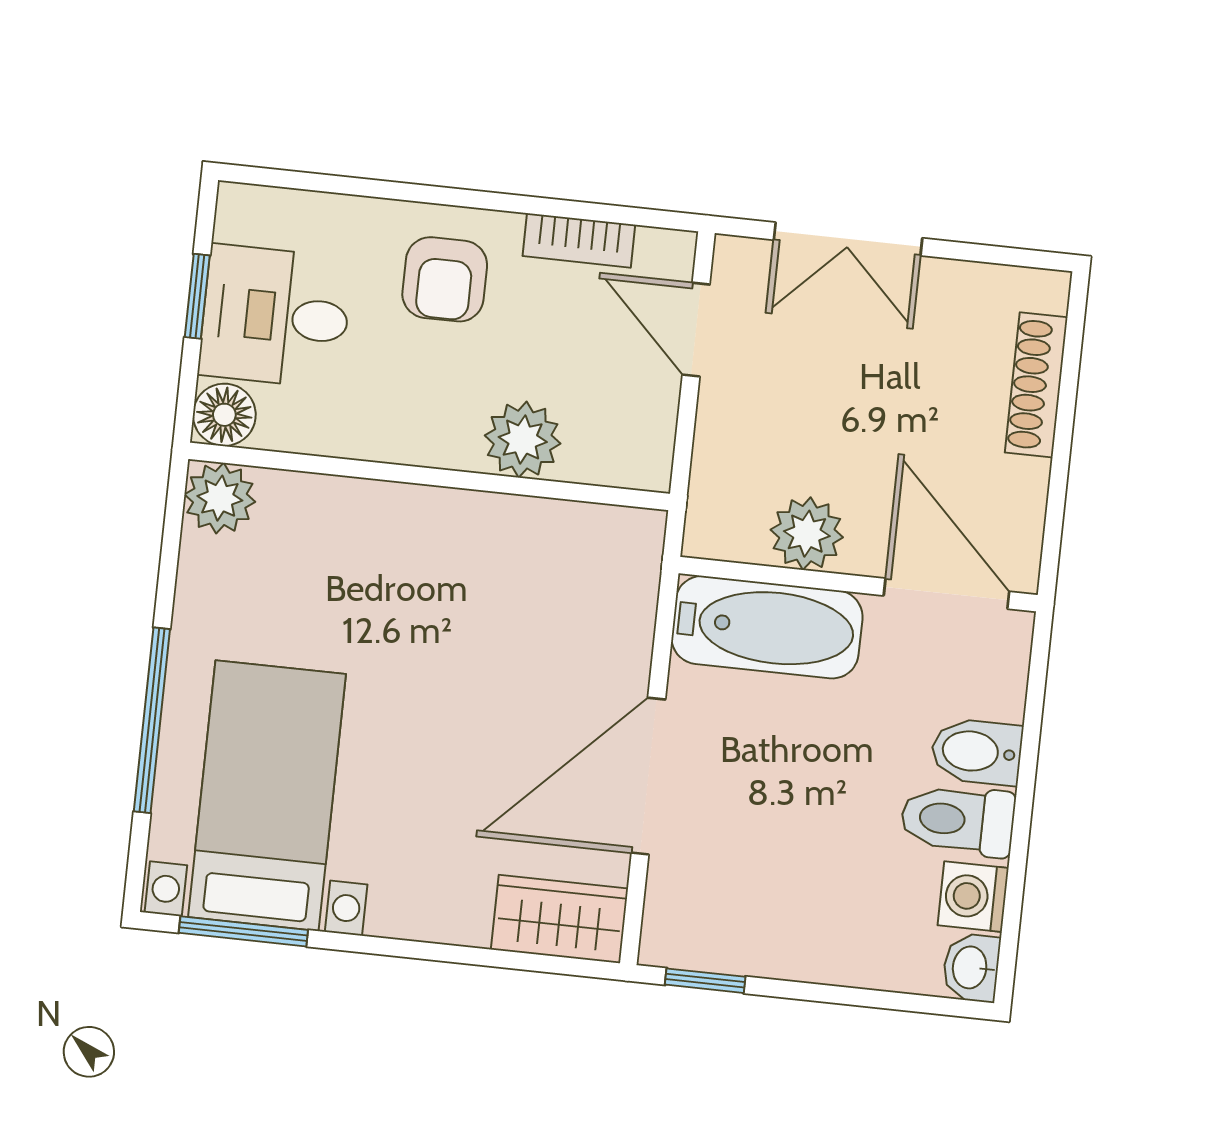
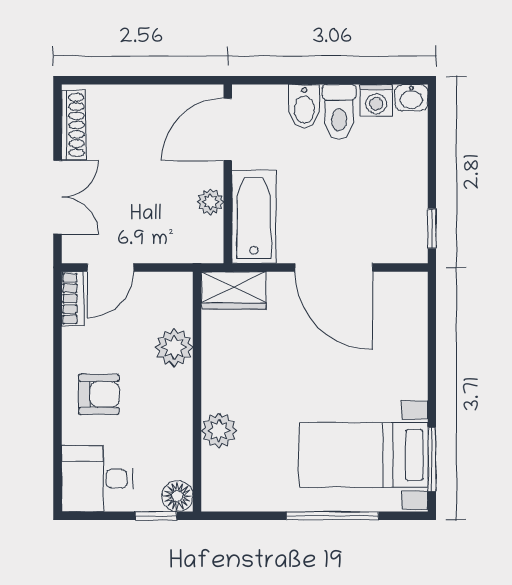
bookcase: (579, 240) -> (72, 299), moved
window: (197, 296) -> (156, 516), moved
desk: (275, 316) -> (97, 479), moved, turned 90
shoe rack: (1036, 385) -> (74, 125), moved, turned -90
plant: (220, 498) -> (219, 431), moved
plant: (807, 534) -> (210, 202), width x0.73, depth x0.73
wardrobe: (559, 919) -> (233, 290), moved, turned -90

